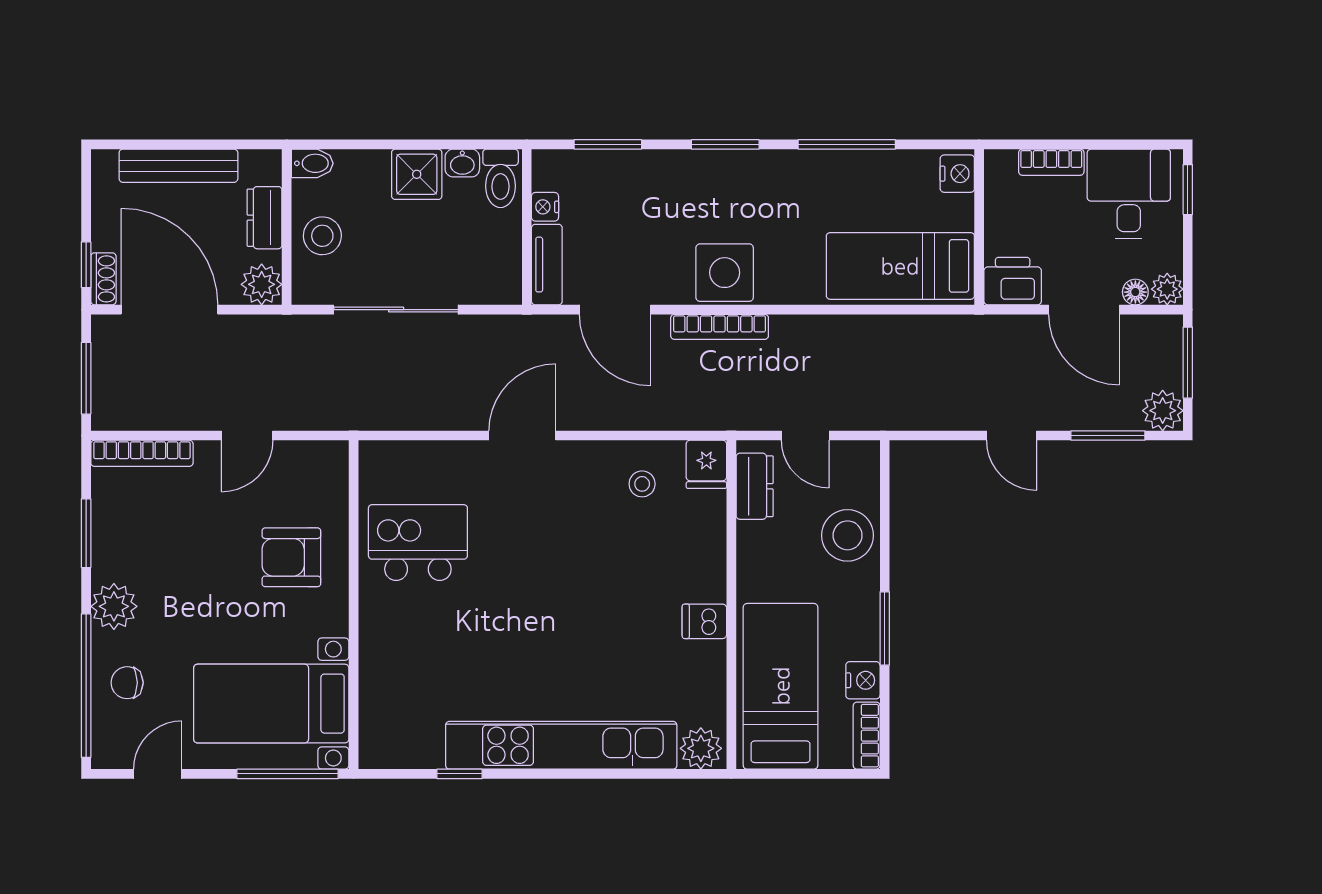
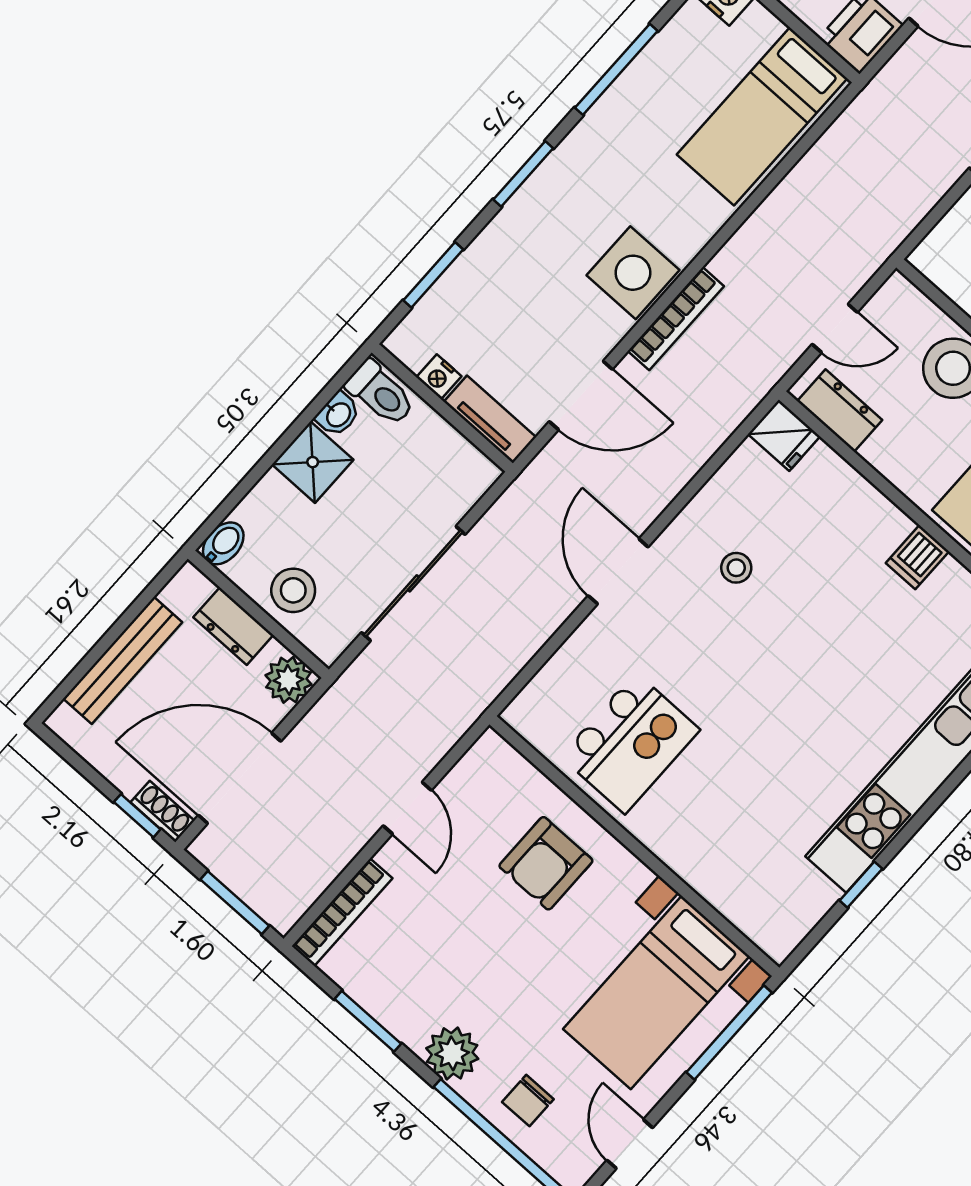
stool: (642, 484) -> (736, 568), moved
kitchen island: (418, 543) -> (630, 743), turned 180

